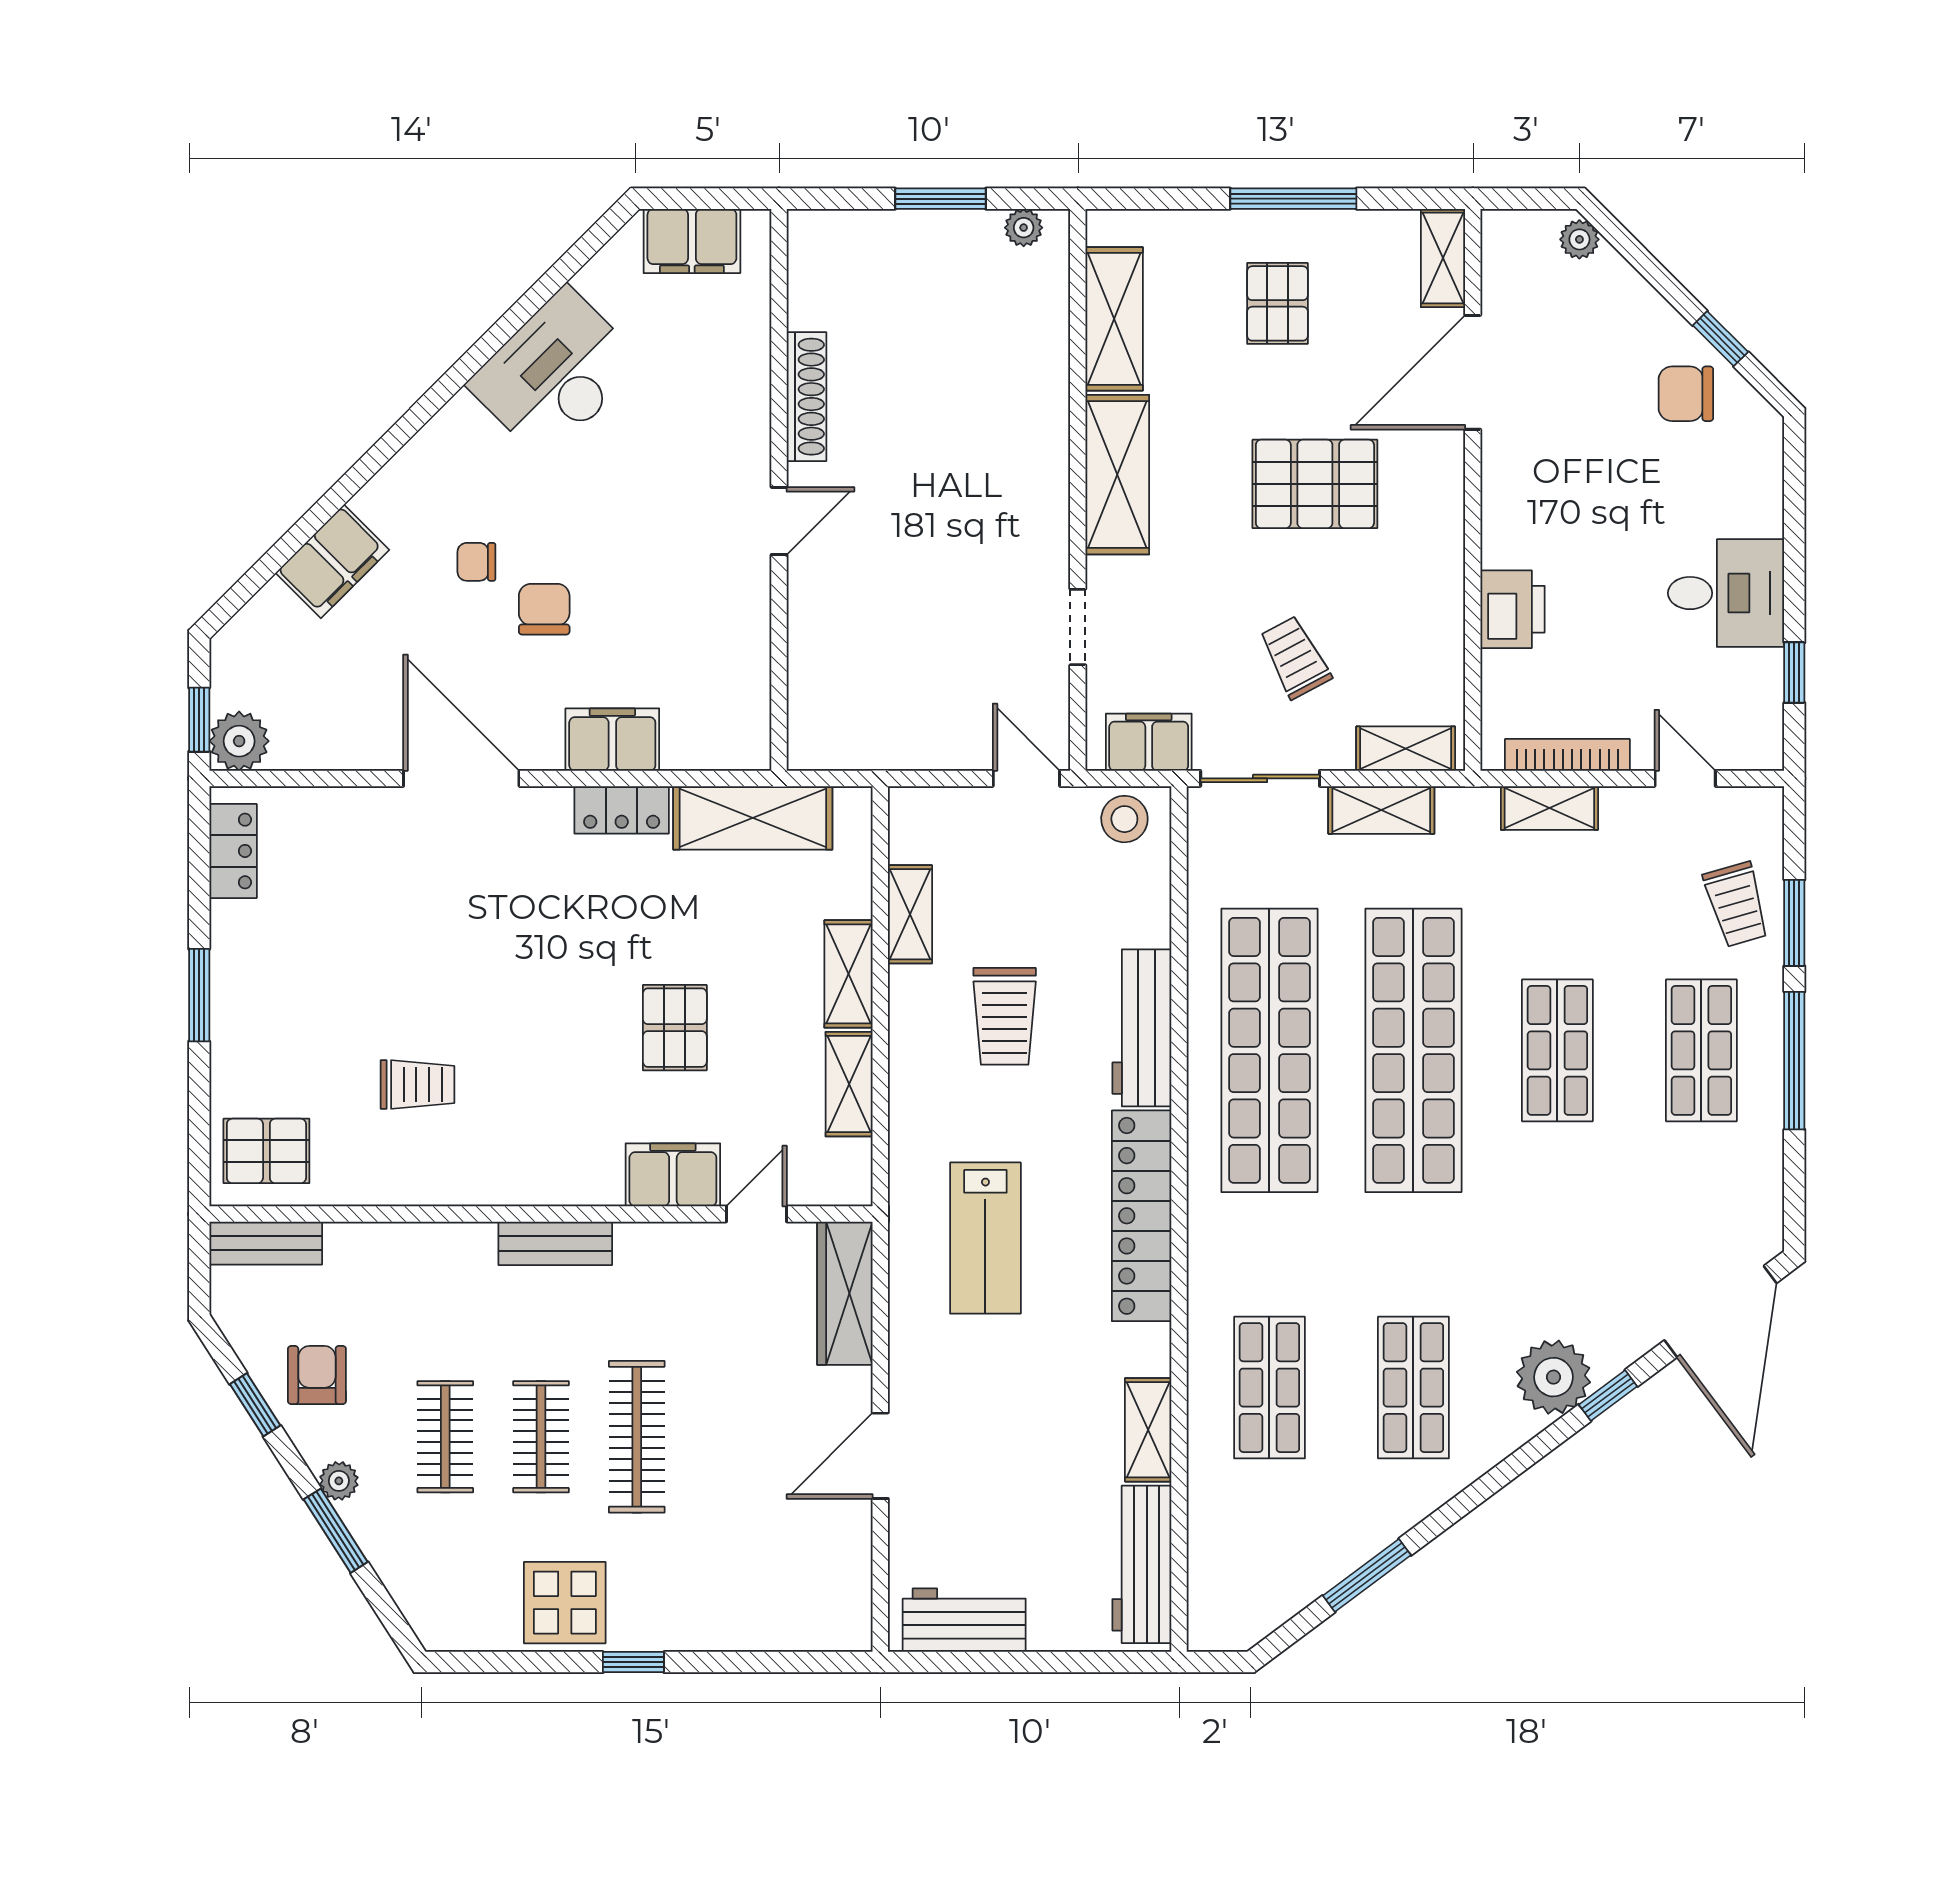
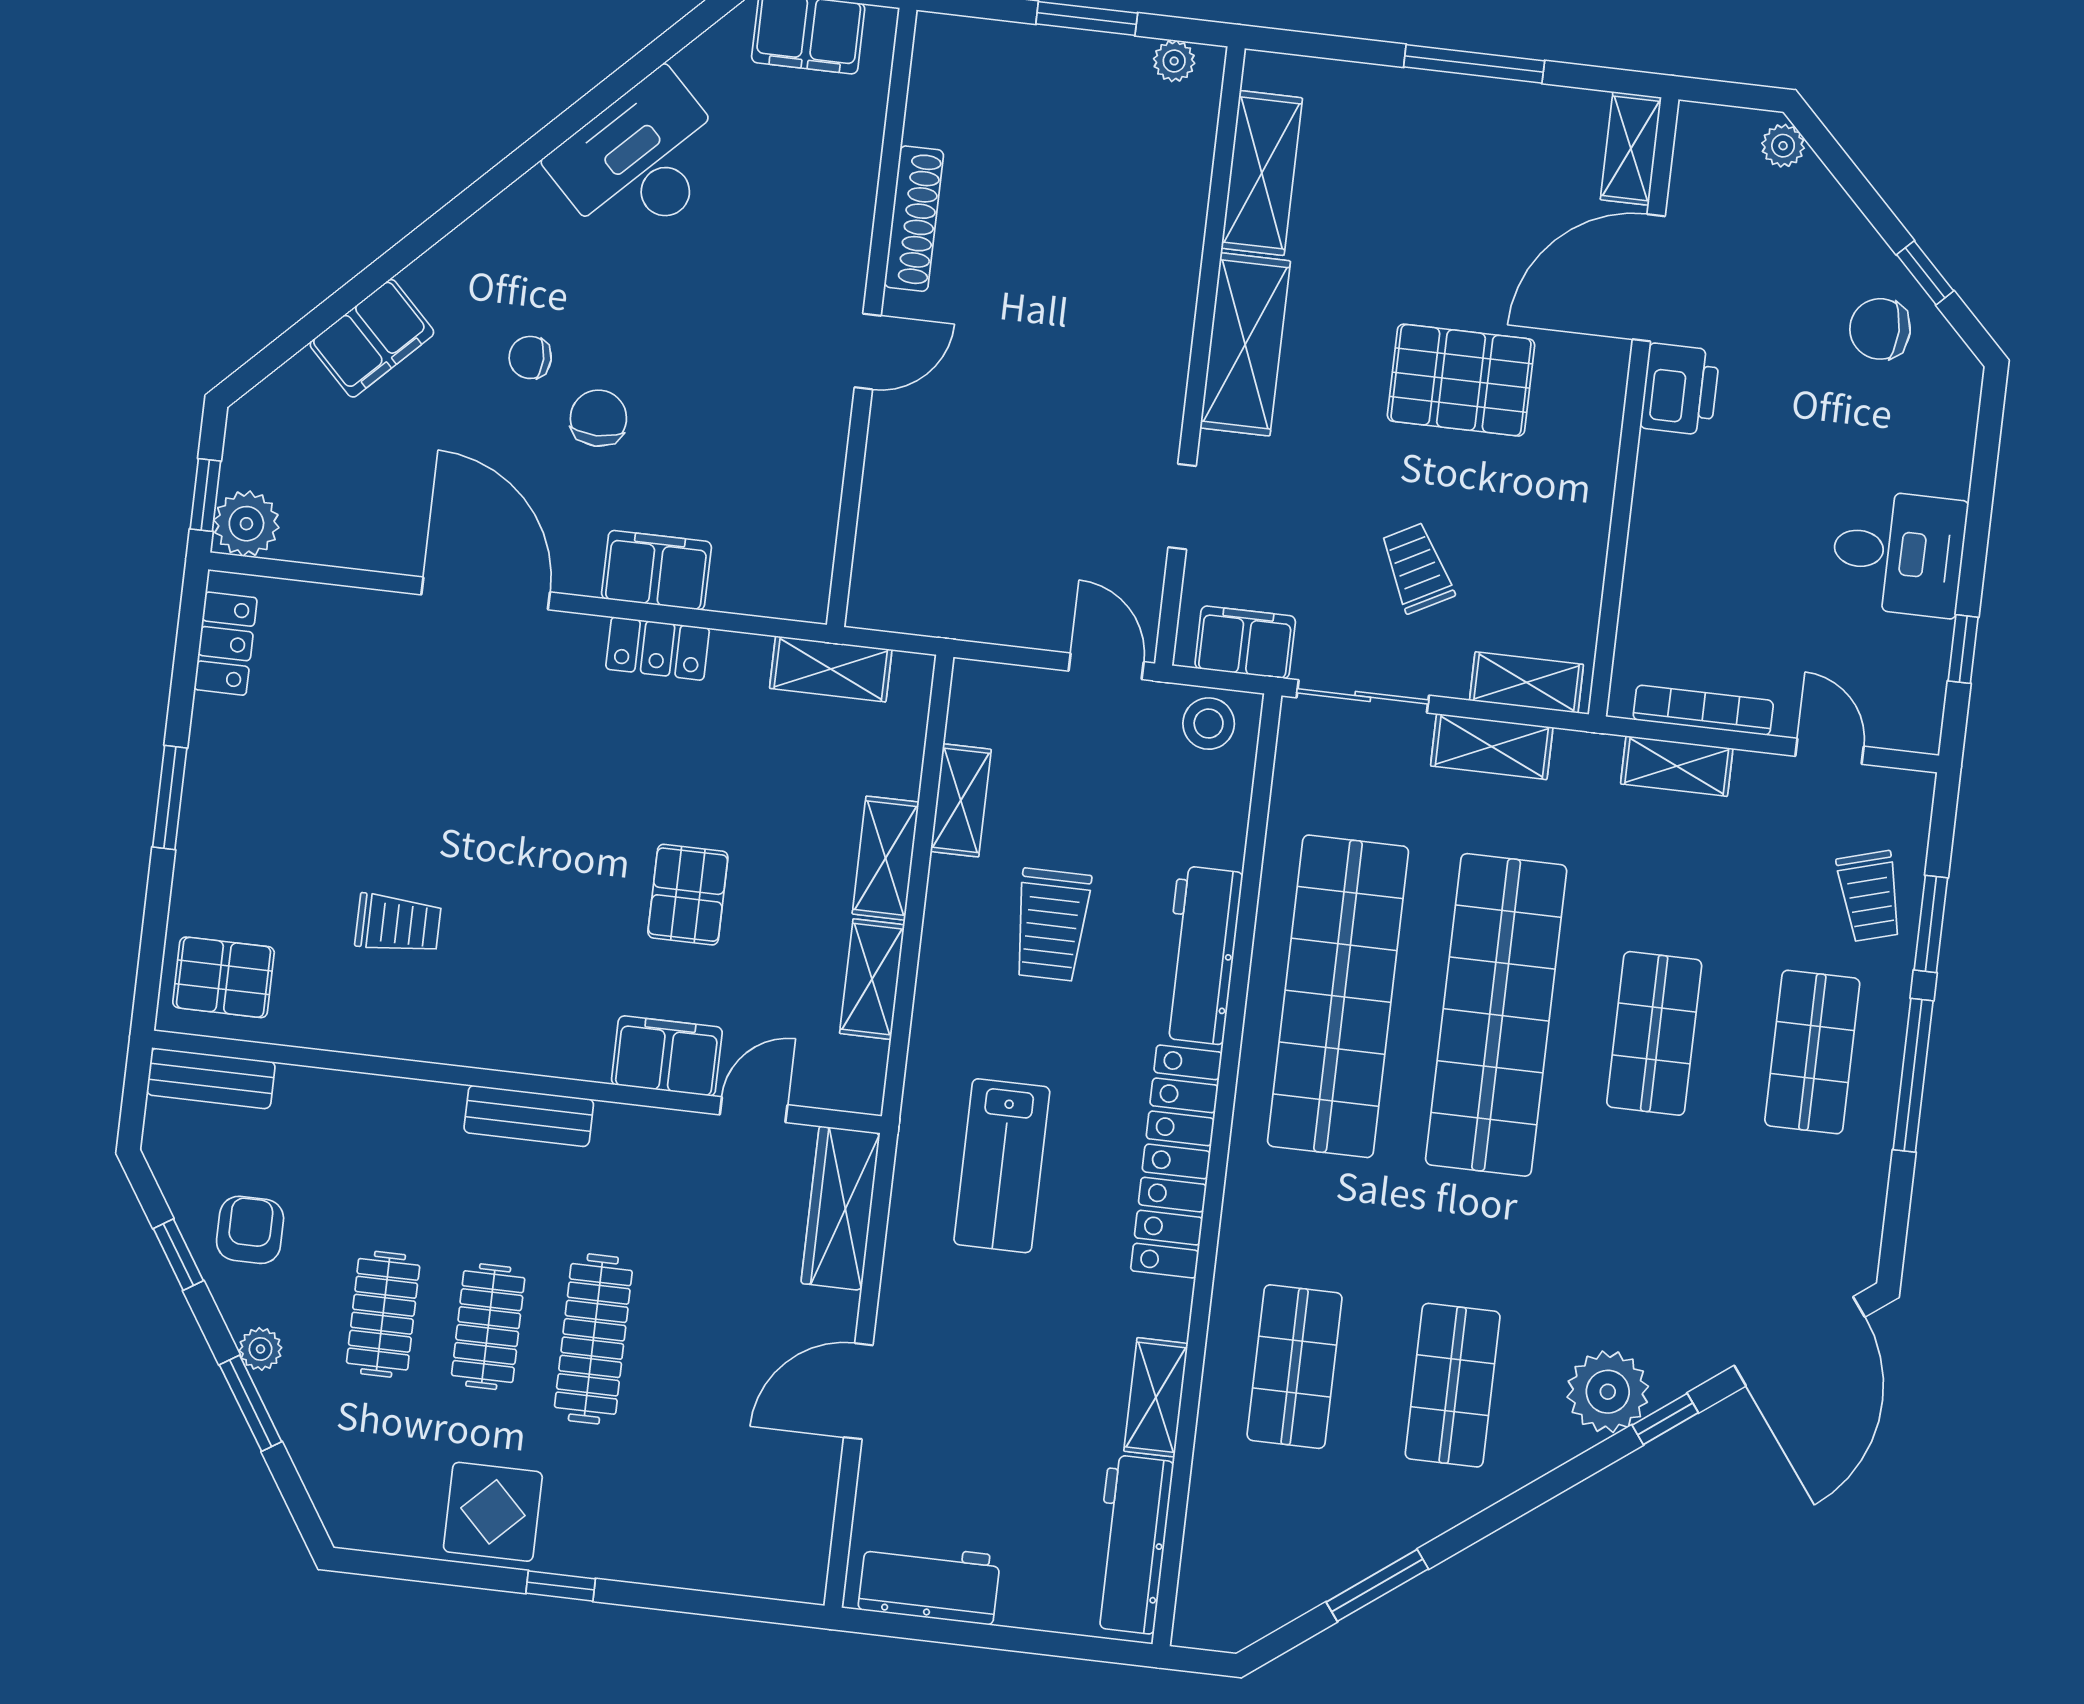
pallet: (1277, 303) -> (1443, 177), removed
printer: (1513, 609) -> (1680, 389), moved
shelving: (753, 818) -> (831, 669), width x0.67, depth x0.75

